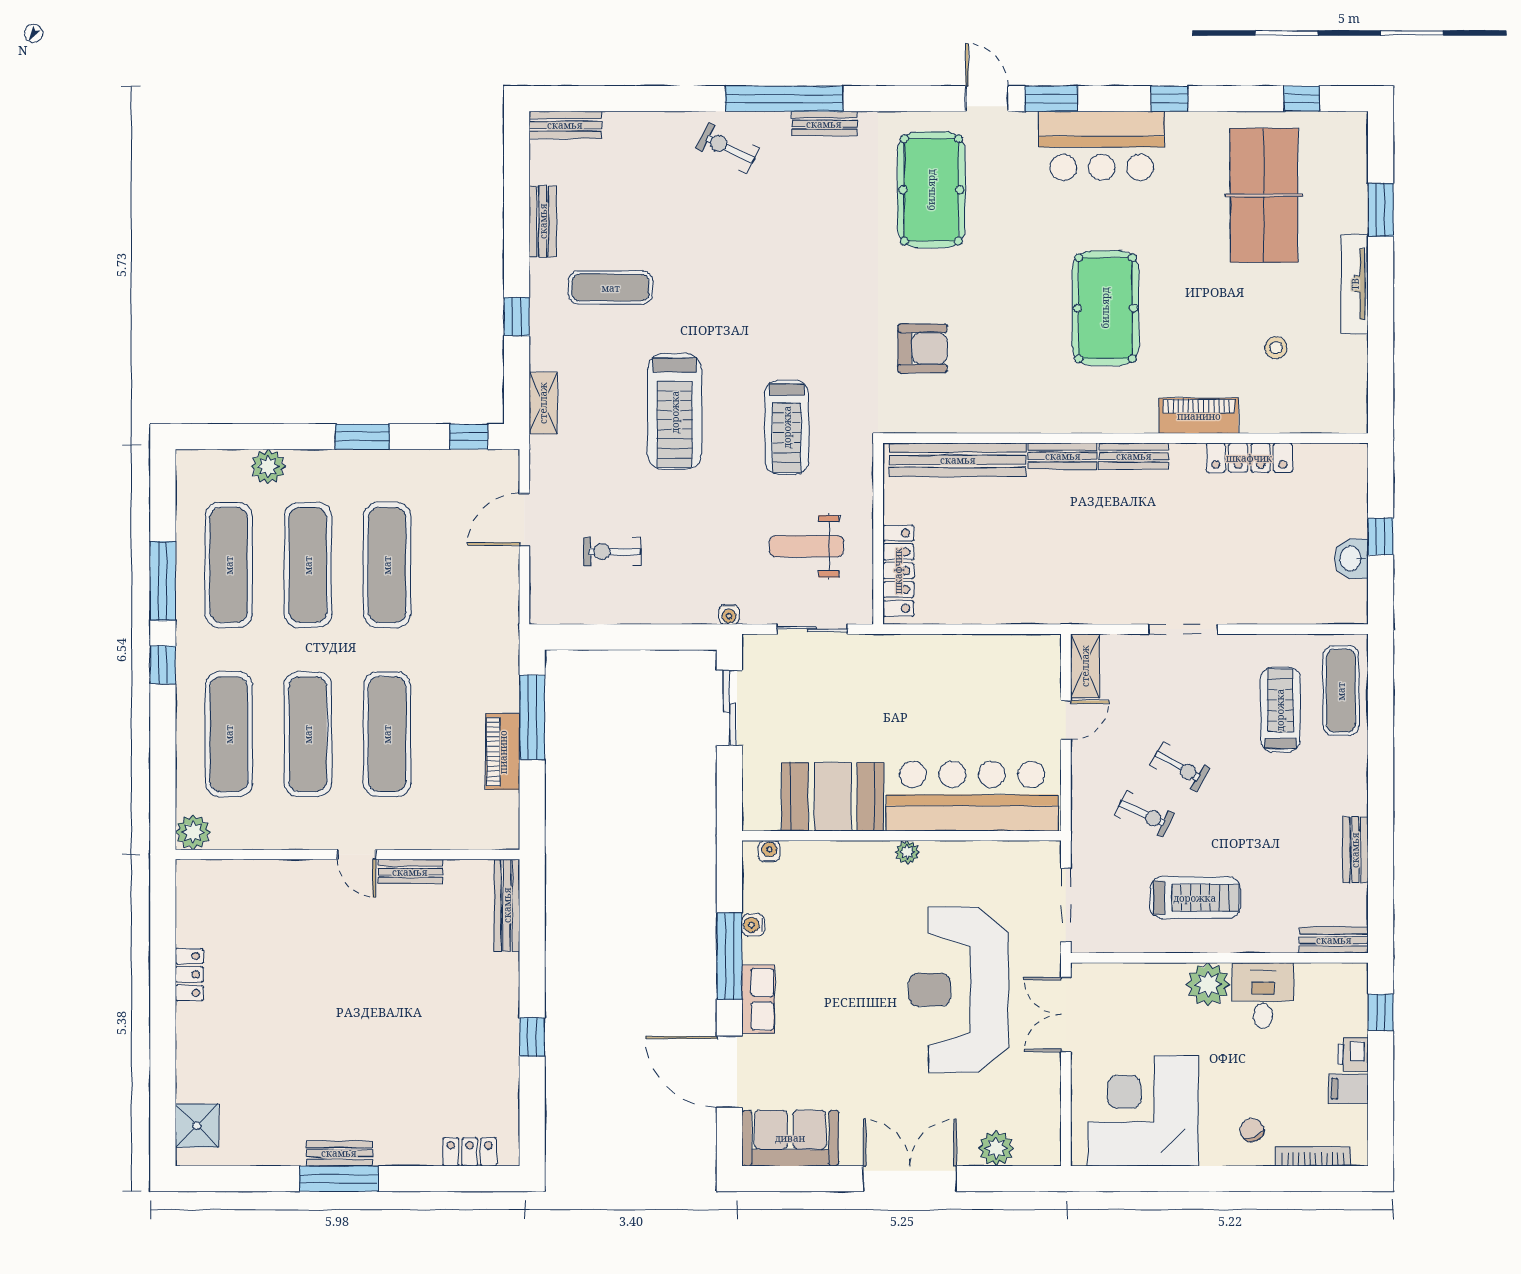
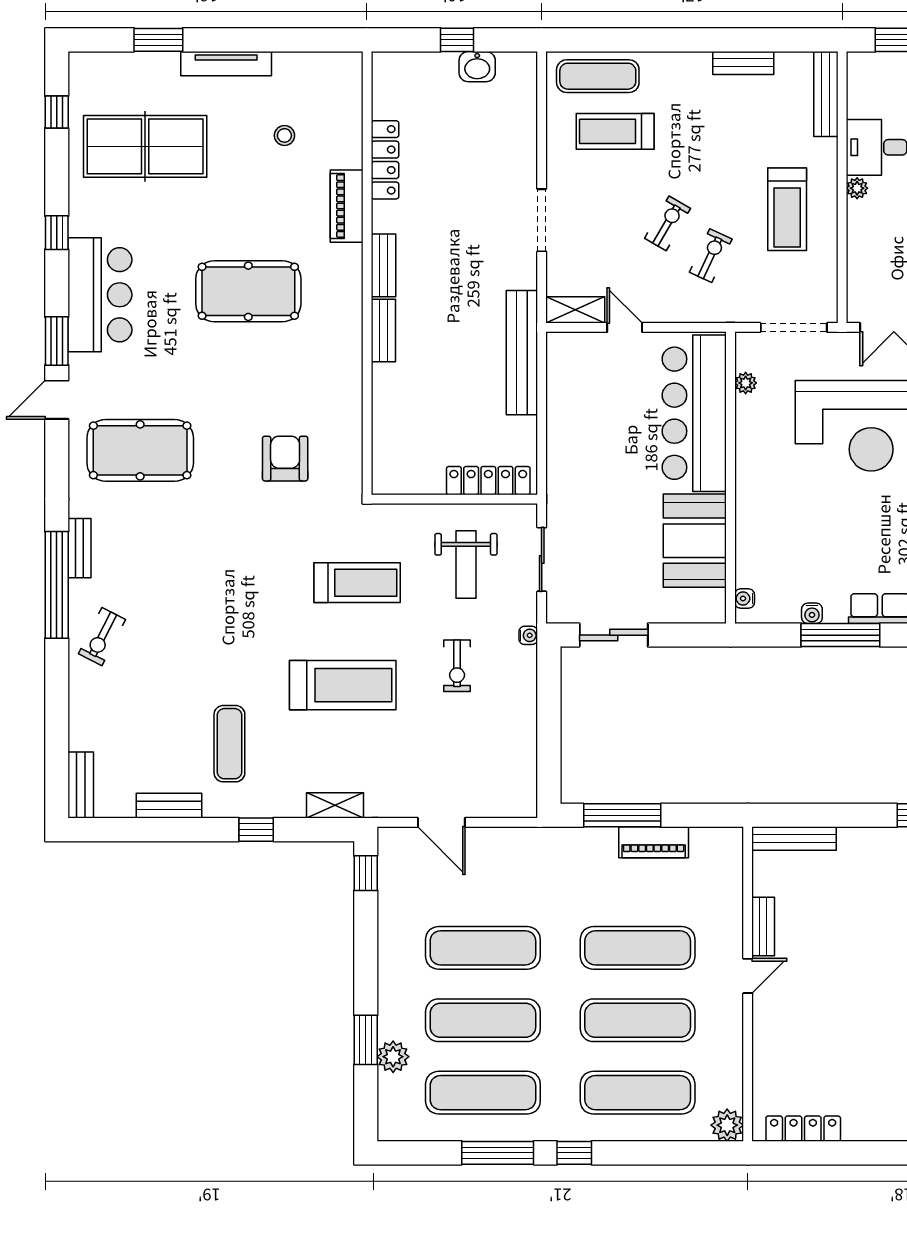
window: (362, 437) -> (366, 1040), moved
bench: (958, 460) -> (522, 353), moved
exercise bike: (612, 552) -> (457, 666), moved
plant: (907, 852) -> (746, 383), moved
treadmill: (1195, 898) -> (787, 209), turned 180
bench: (1334, 940) -> (826, 94), width x1.36
locker: (189, 974) -> (803, 1129), moved, width x1.53
plant: (1208, 984) -> (857, 188), width x0.53, depth x0.53

